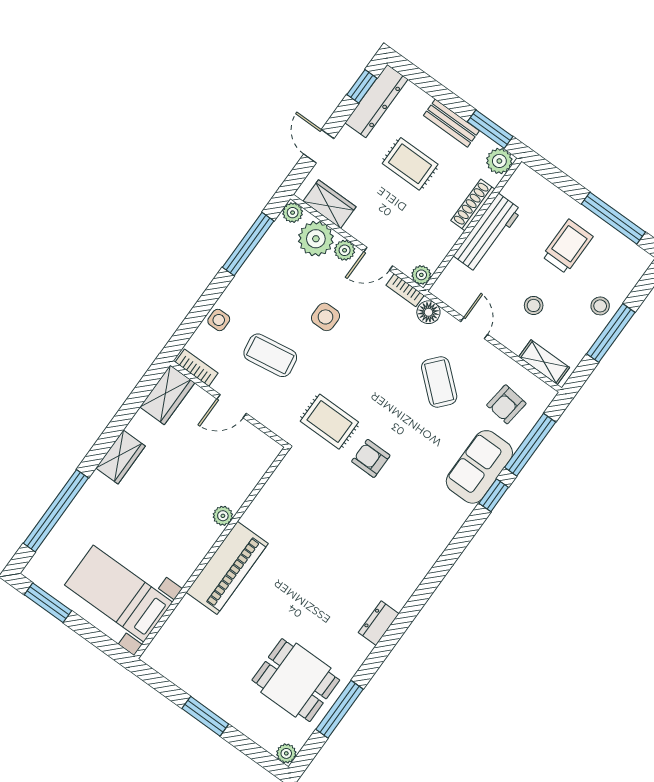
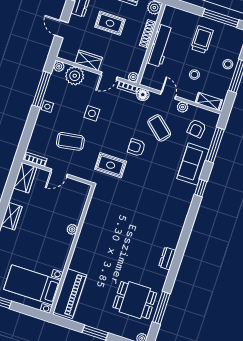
wardrobe: (330, 204) -> (89, 60), moved
plant: (345, 250) -> (183, 107), moved
side table: (219, 320) -> (47, 107), moved
armchair: (371, 458) -> (136, 147), moved
window: (494, 495) -> (201, 188), moved
piano: (227, 568) -> (70, 294), moved

